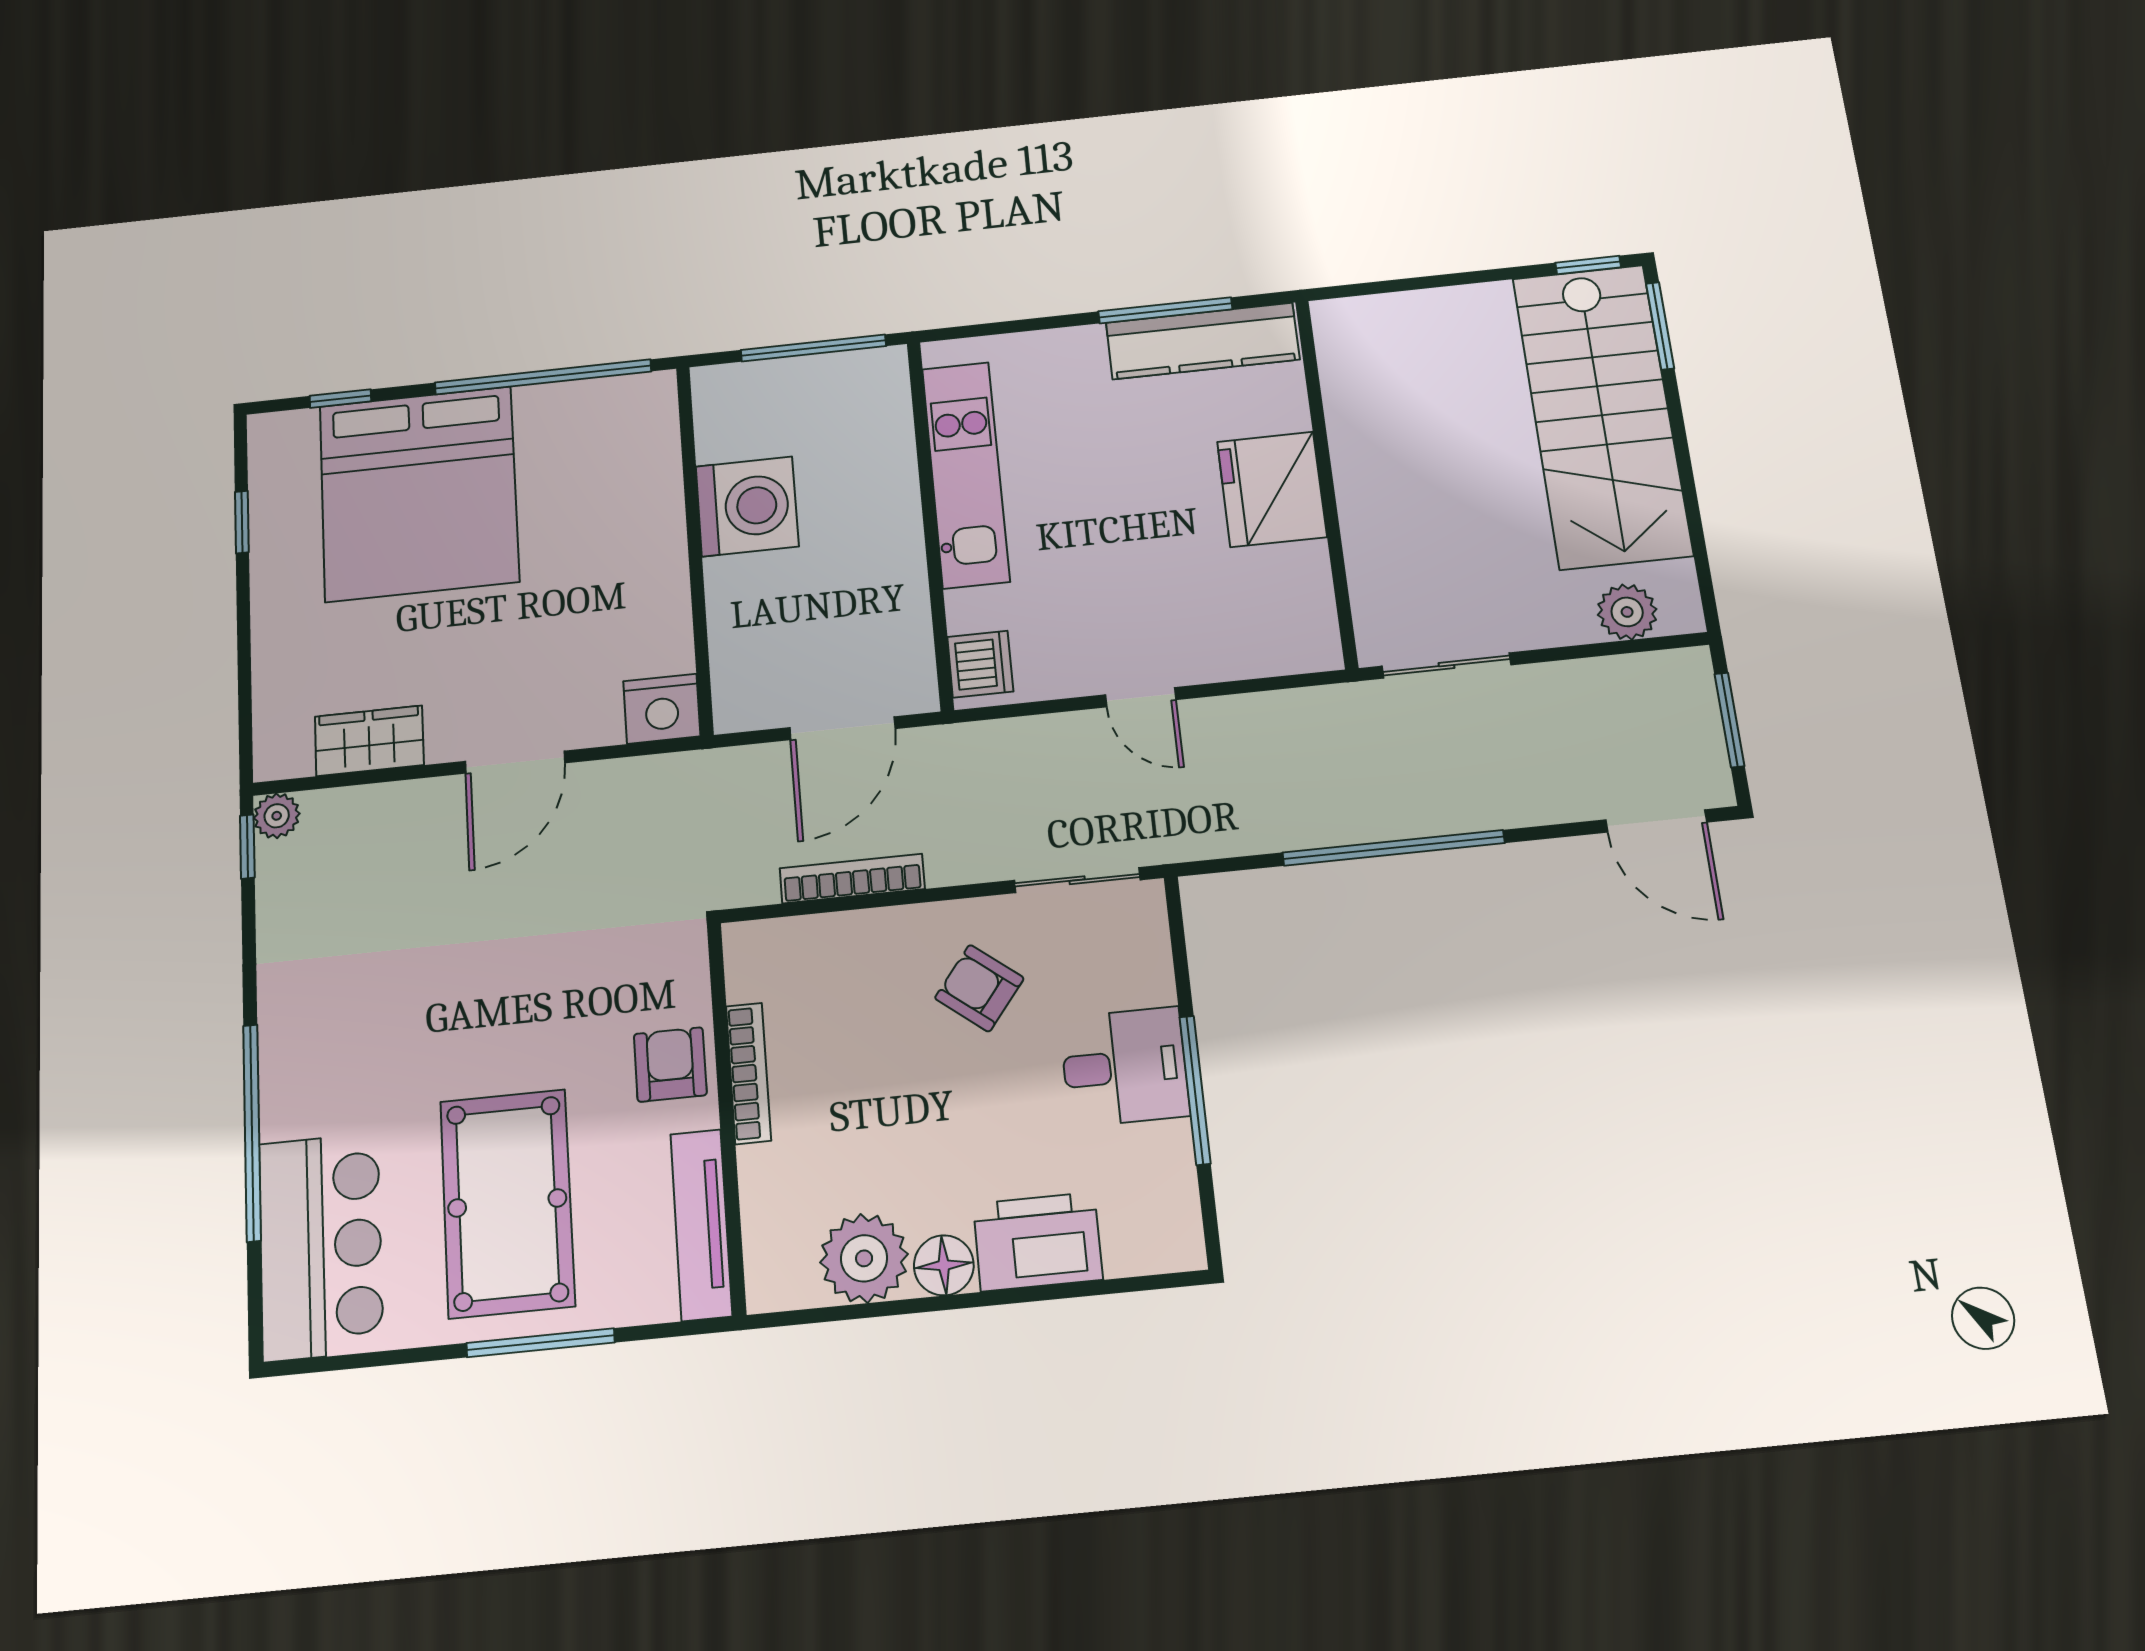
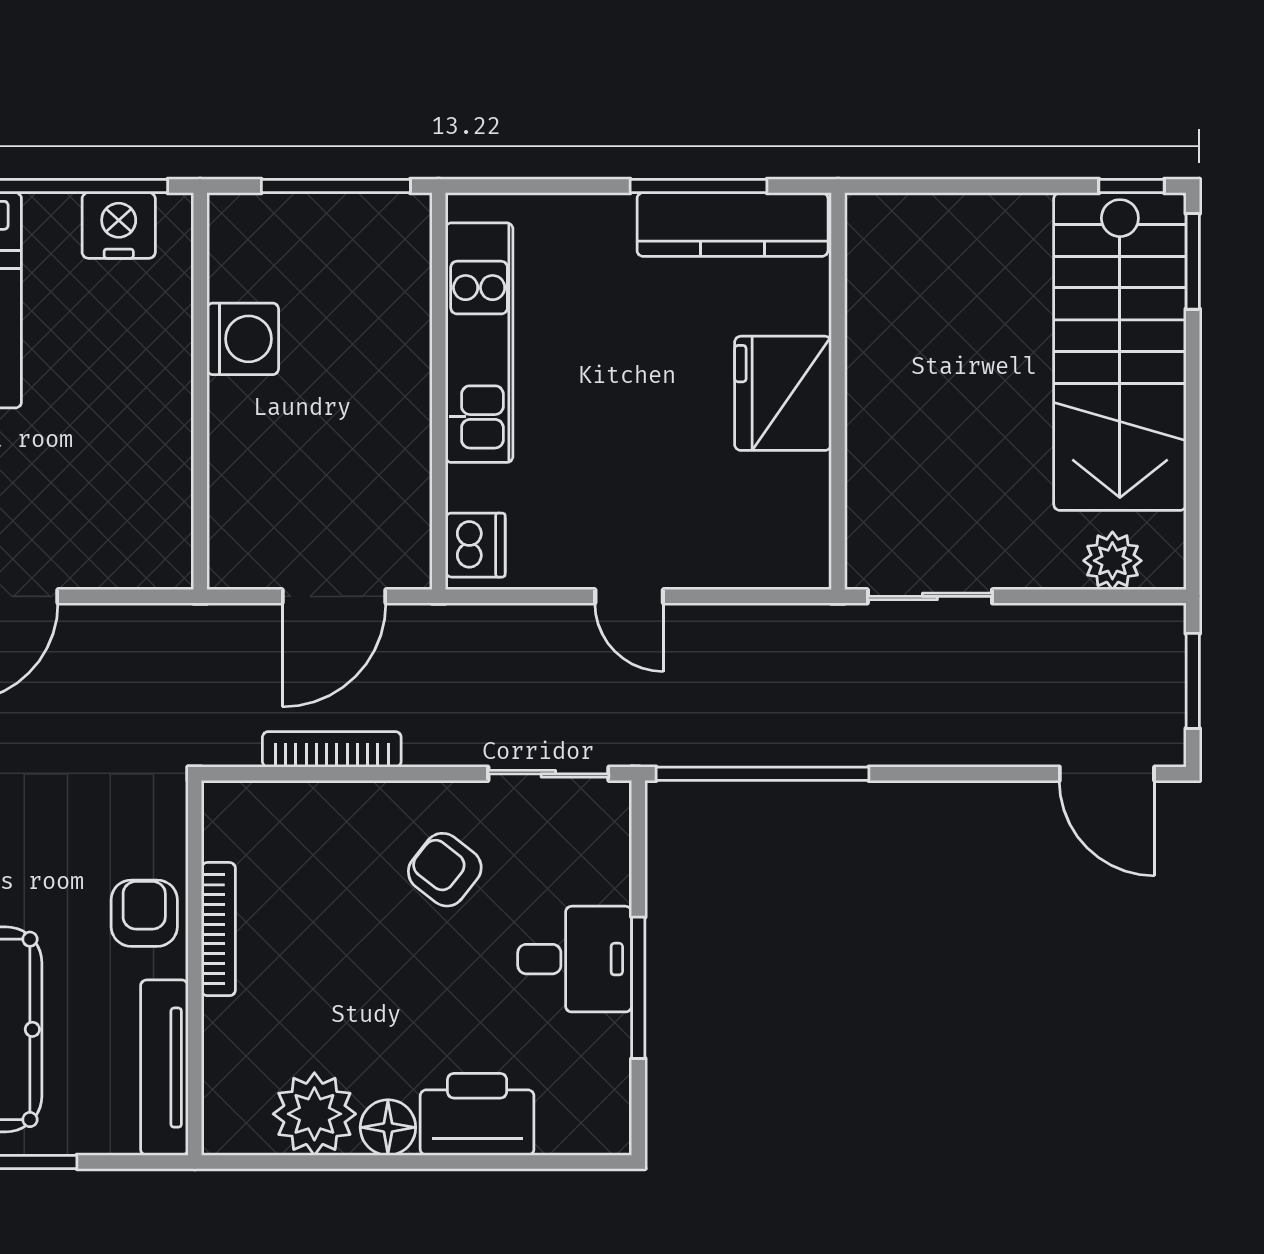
washing machine: (747, 506) -> (243, 339), width x0.73, depth x0.73
nightstand: (662, 709) -> (119, 225), moved, turned 180
window: (1394, 848) -> (762, 774), moved

